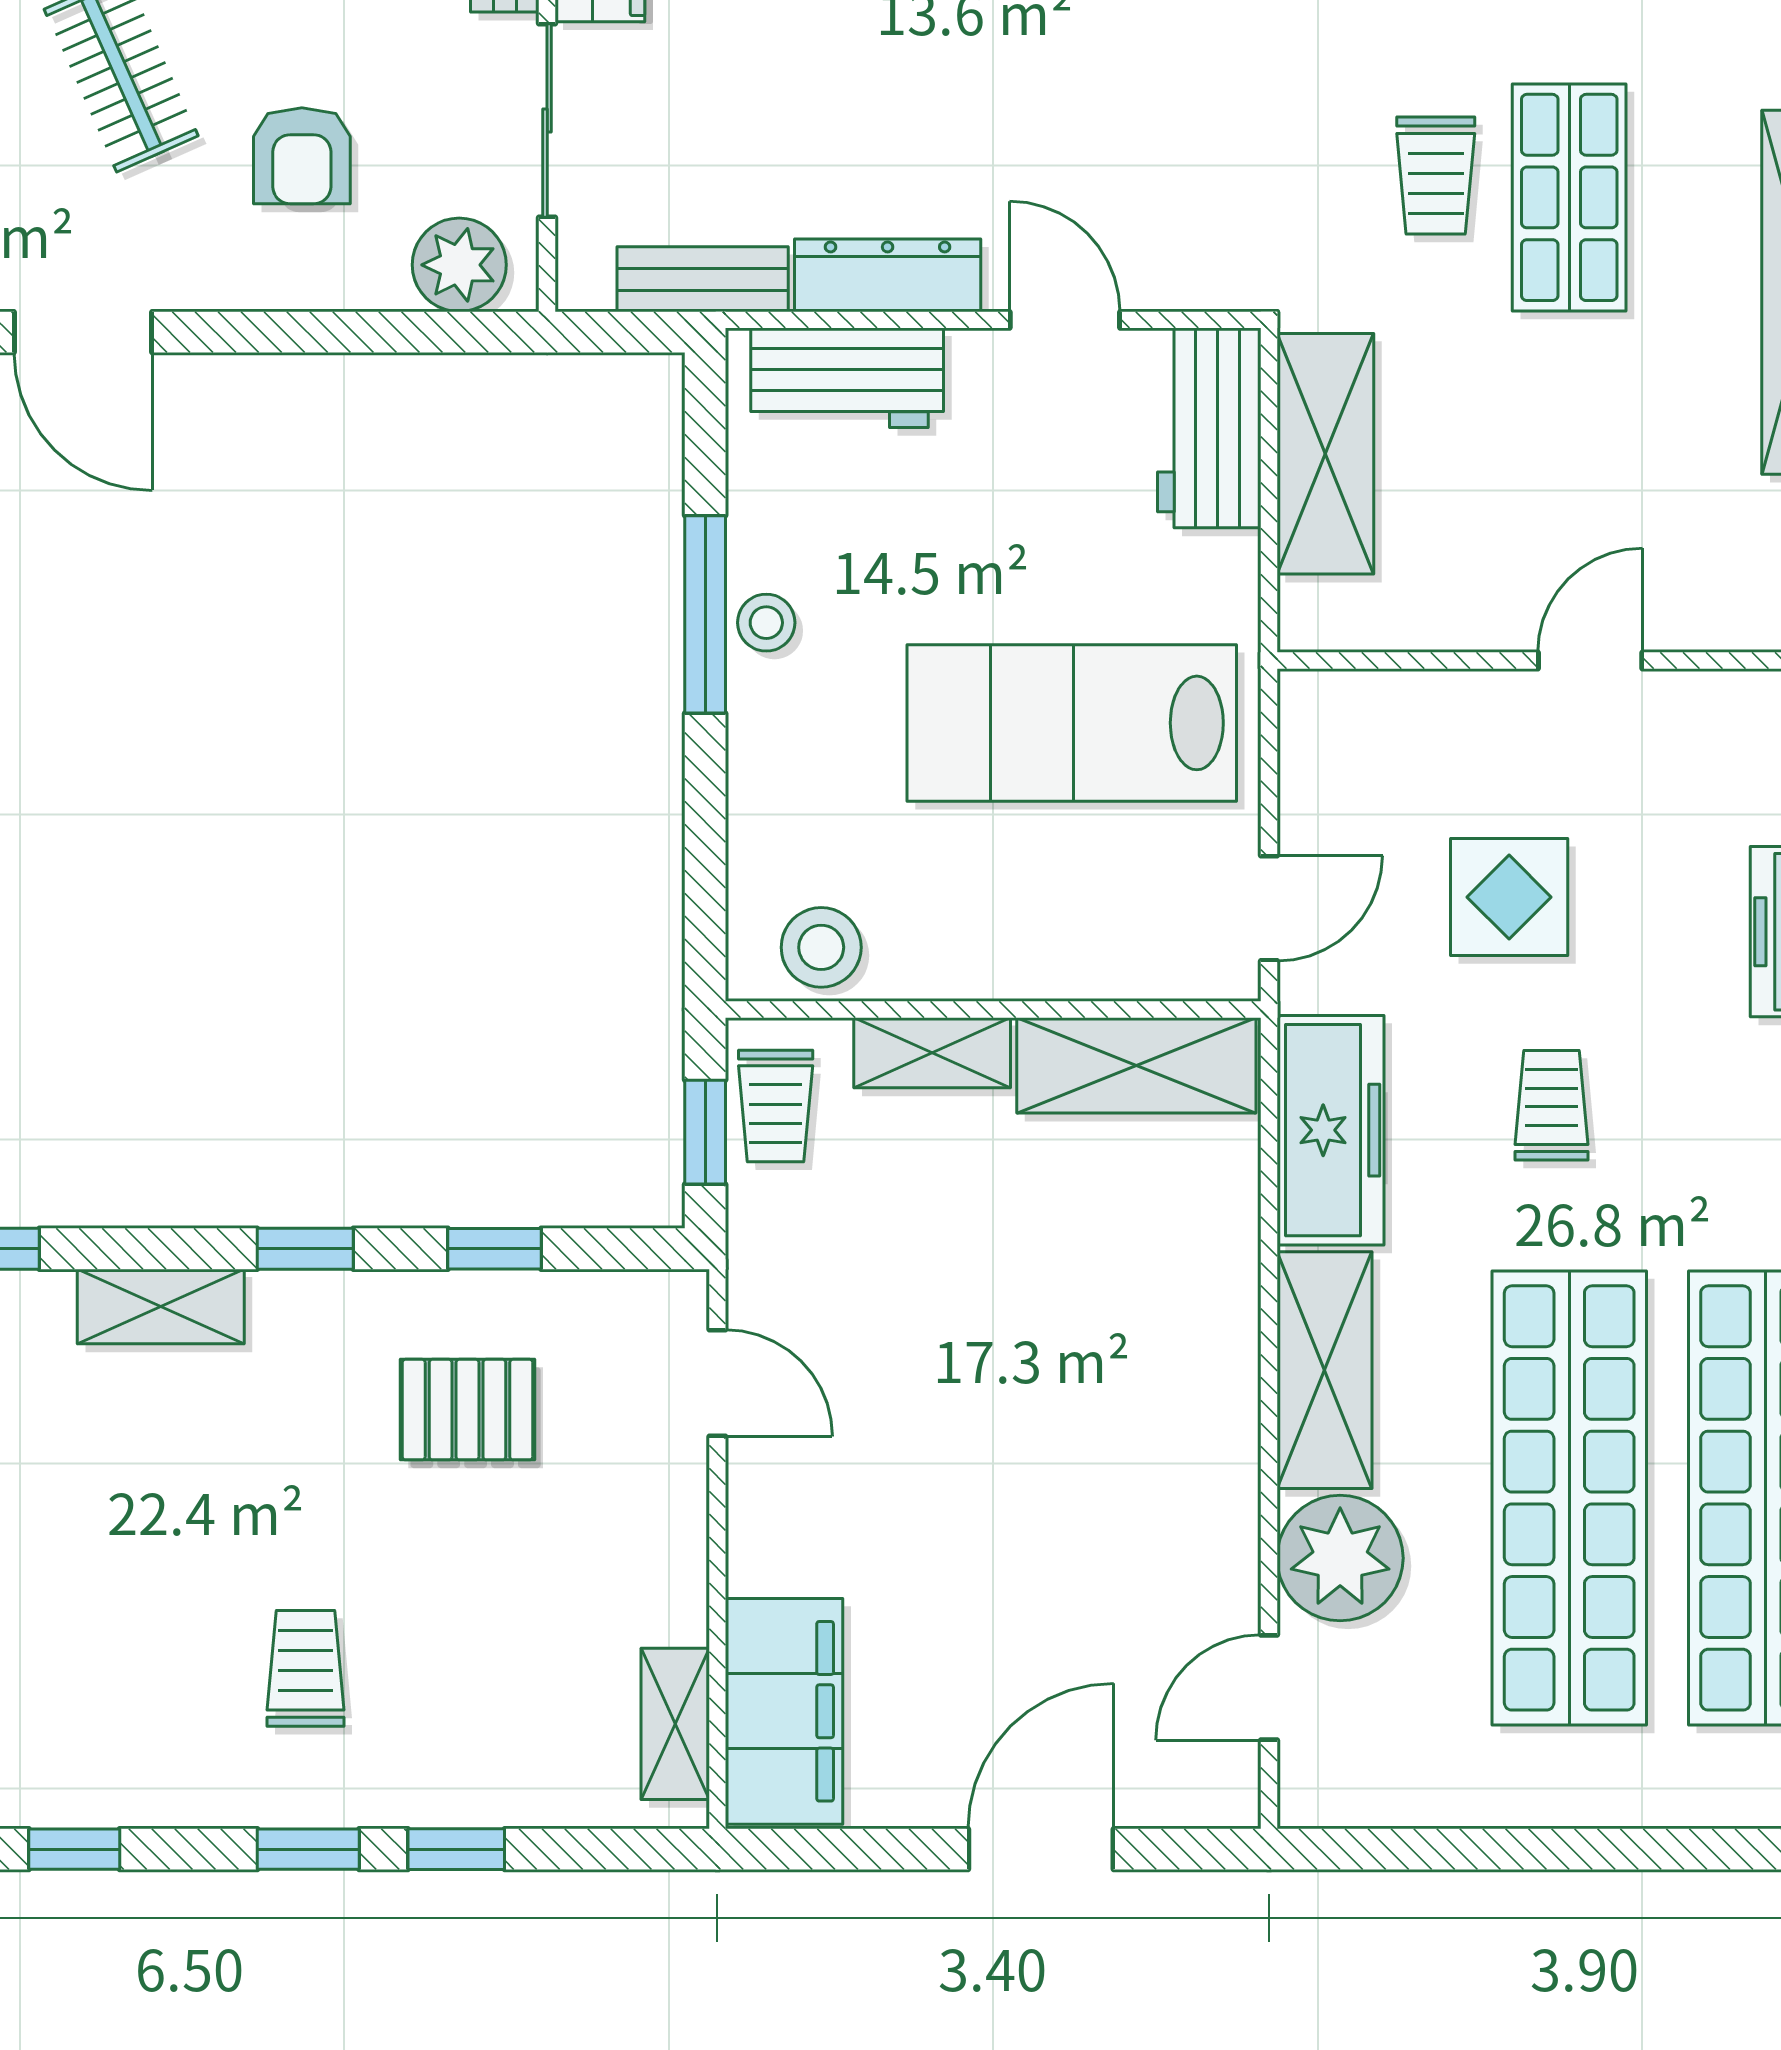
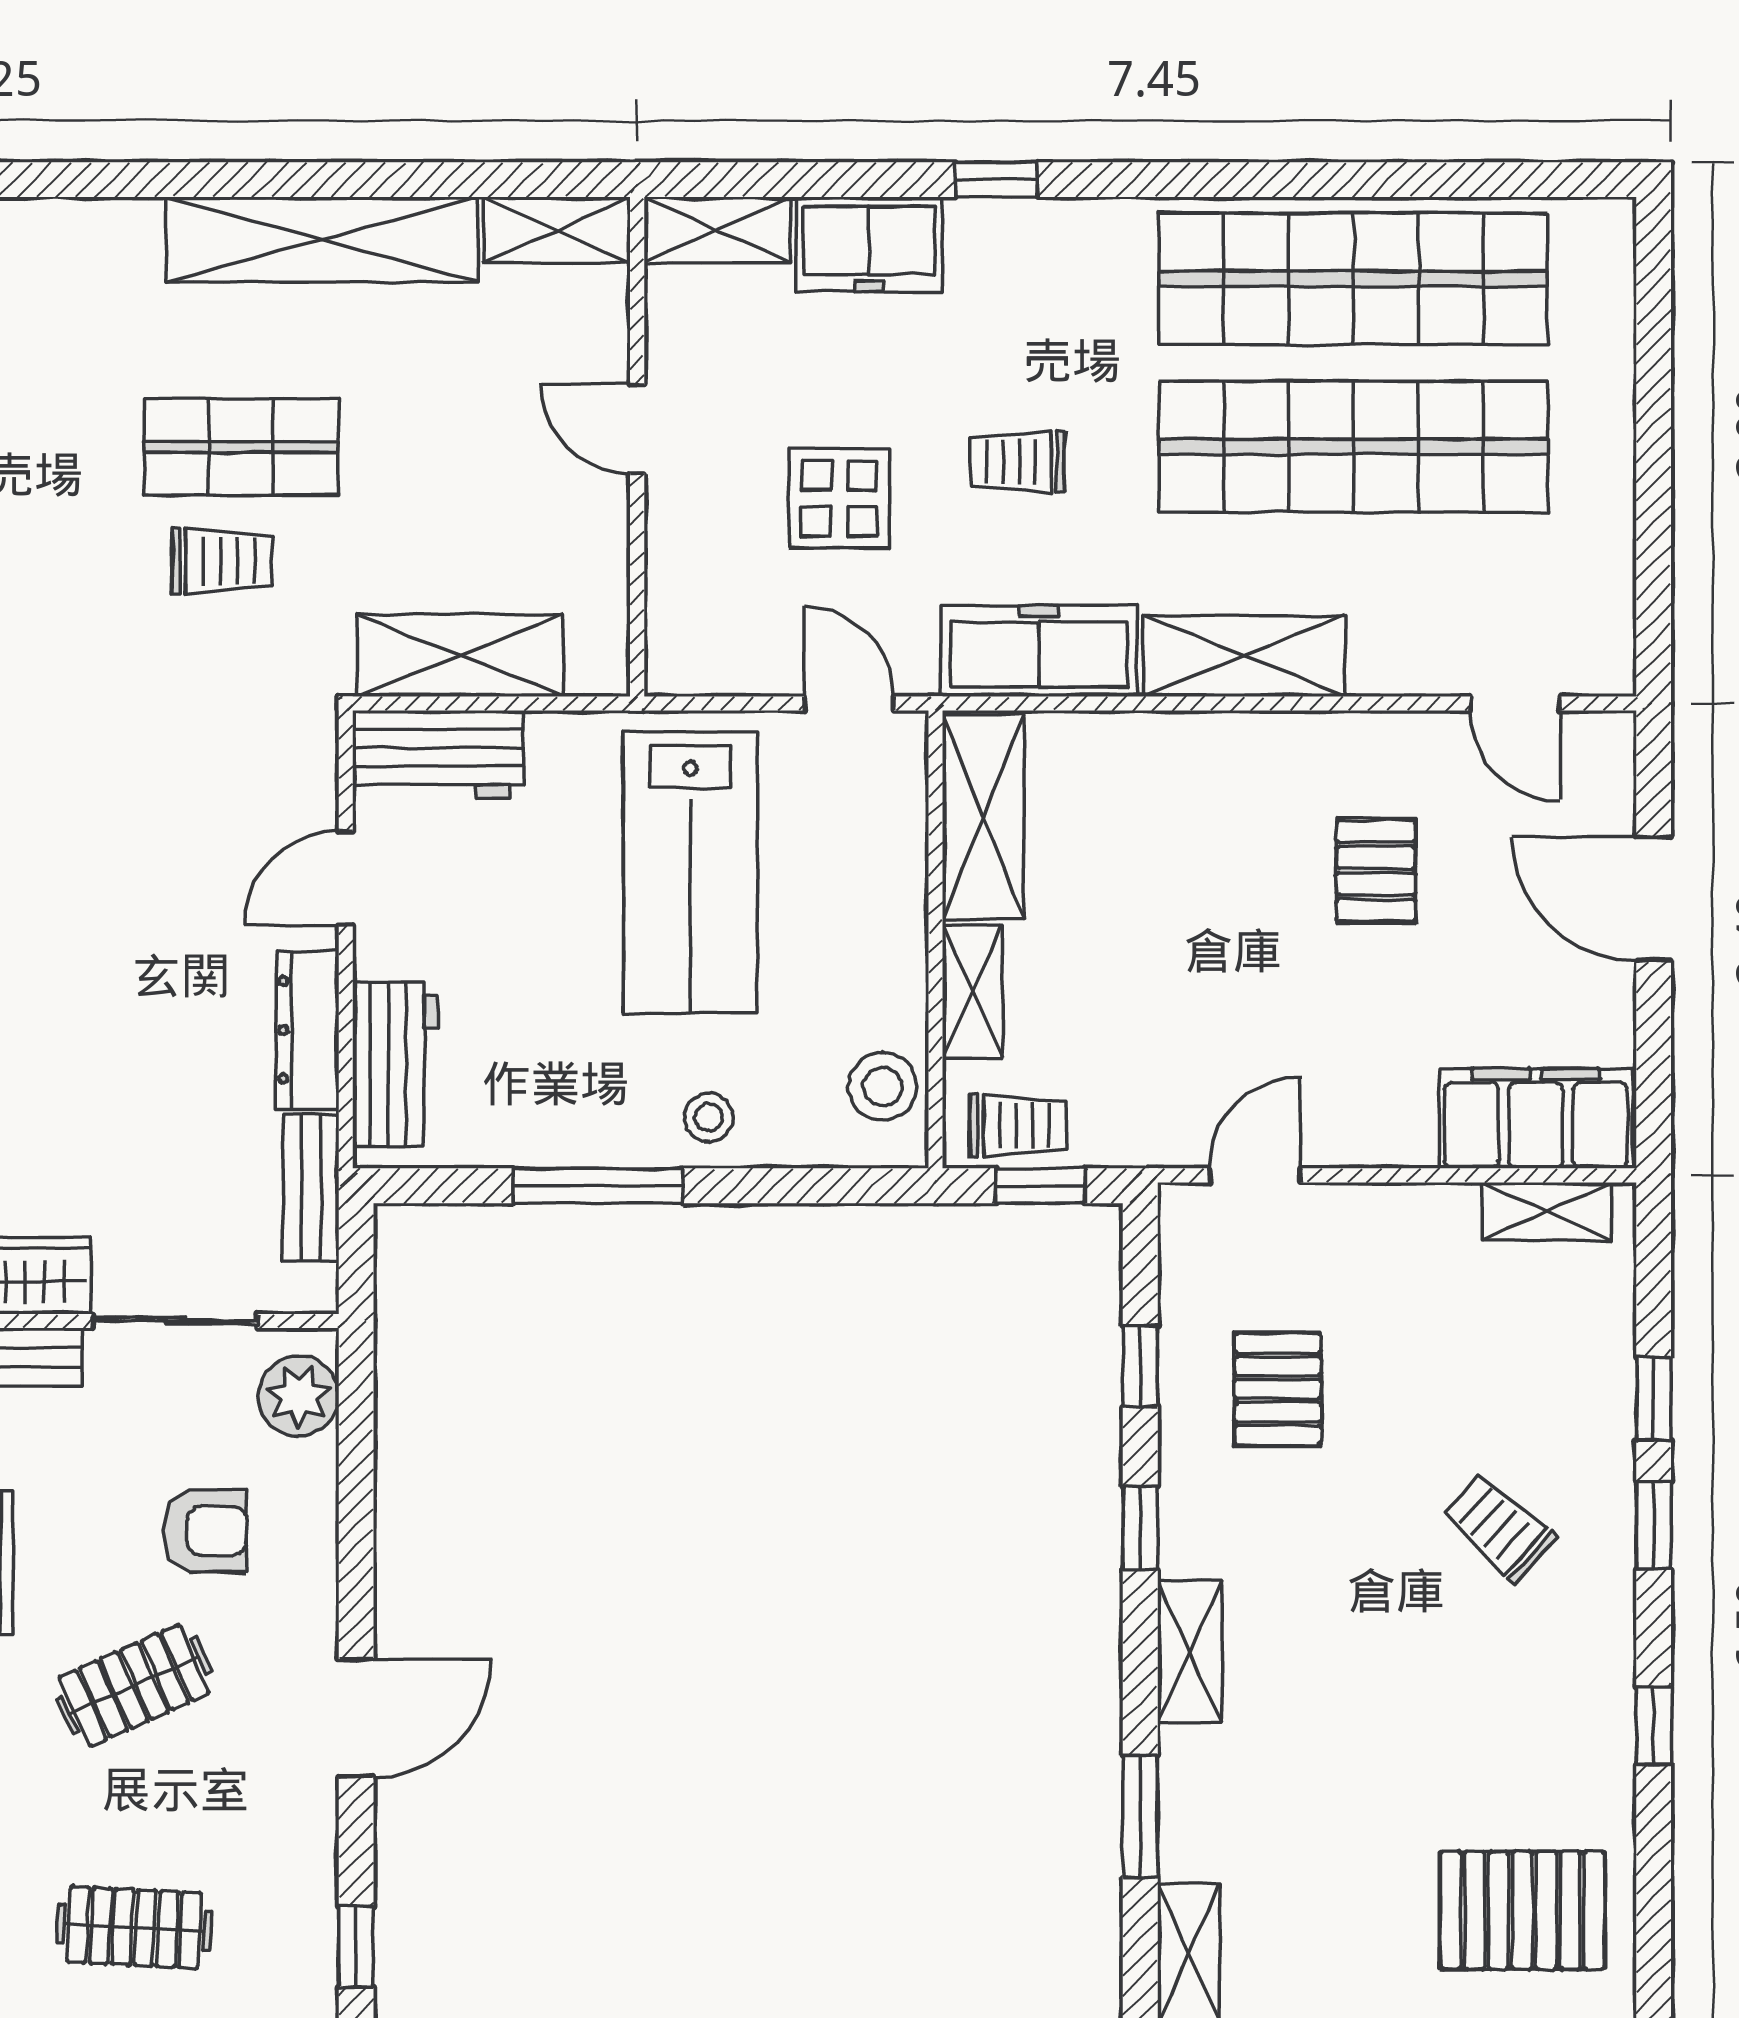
stool: (766, 623) -> (709, 1118), moved
pallet: (1074, 1524) -> (1376, 871), added
plant: (1340, 1558) -> (1405, 643), removed
trolley: (305, 1668) -> (1499, 1528), turned 42

